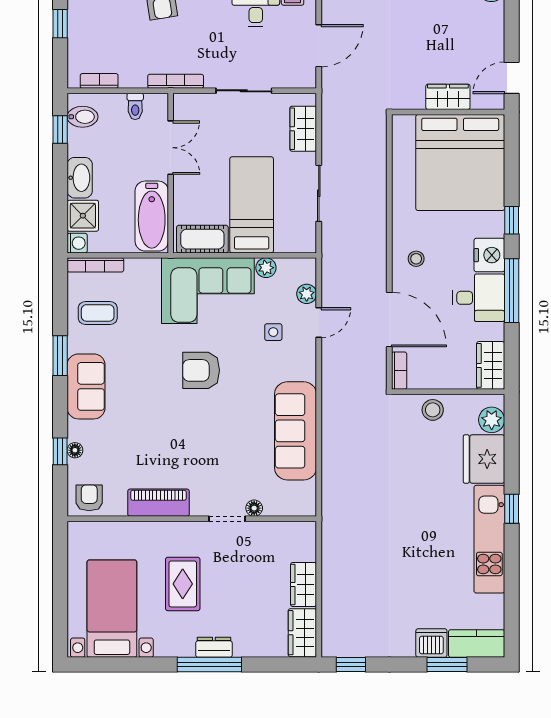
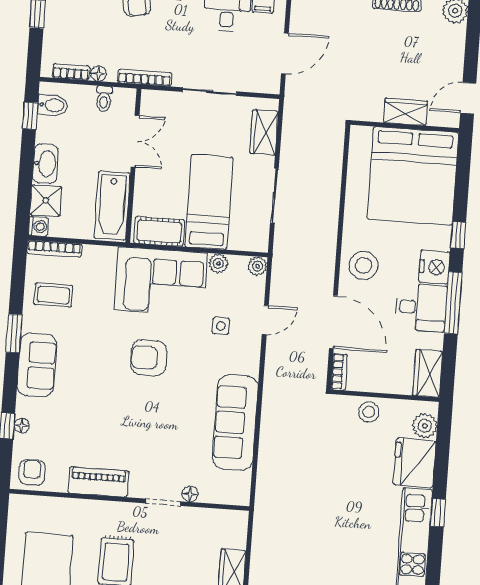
floor lamp: (128, 81) -> (99, 74), added
stool: (416, 259) -> (364, 265), width x1.89, depth x1.89
plant: (307, 294) -> (258, 266), moved

